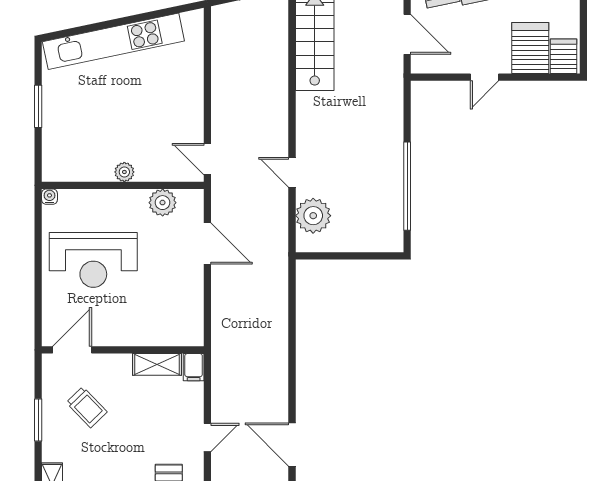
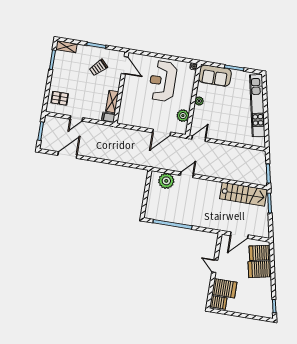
sofa: (62, 146) -> (215, 76), added
door: (207, 437) -> (76, 118), hinge flipped

